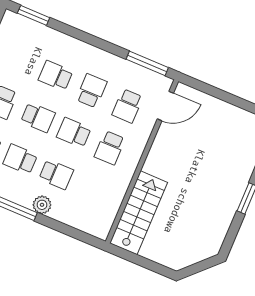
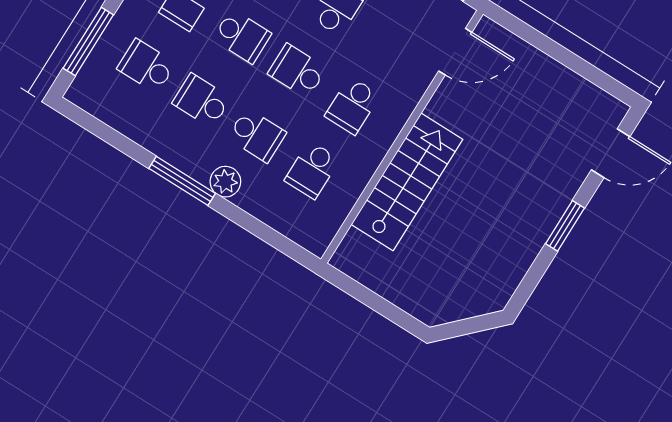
school desk: (127, 106) -> (312, 170), moved
stairs: (139, 213) -> (407, 182), moved

